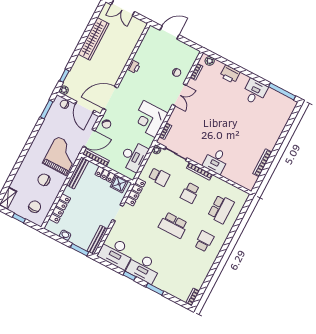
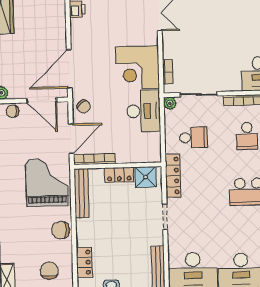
desk: (134, 156) -> (144, 111), moved
chair: (44, 180) -> (61, 230), moved
locker: (60, 208) -> (84, 262), width x0.66

